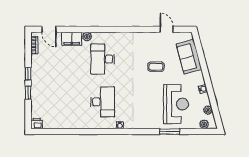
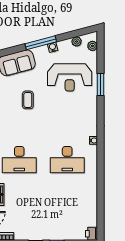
window: (207, 78) -> (41, 43), added
desk: (103, 102) -> (67, 160), turned 180
reception desk: (176, 104) -> (70, 77), turned 180

